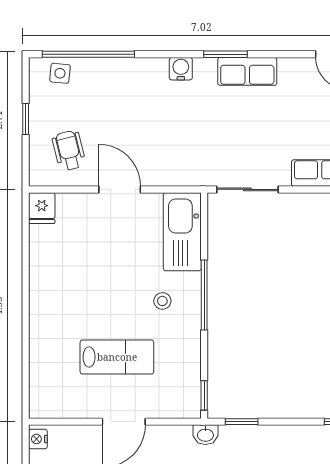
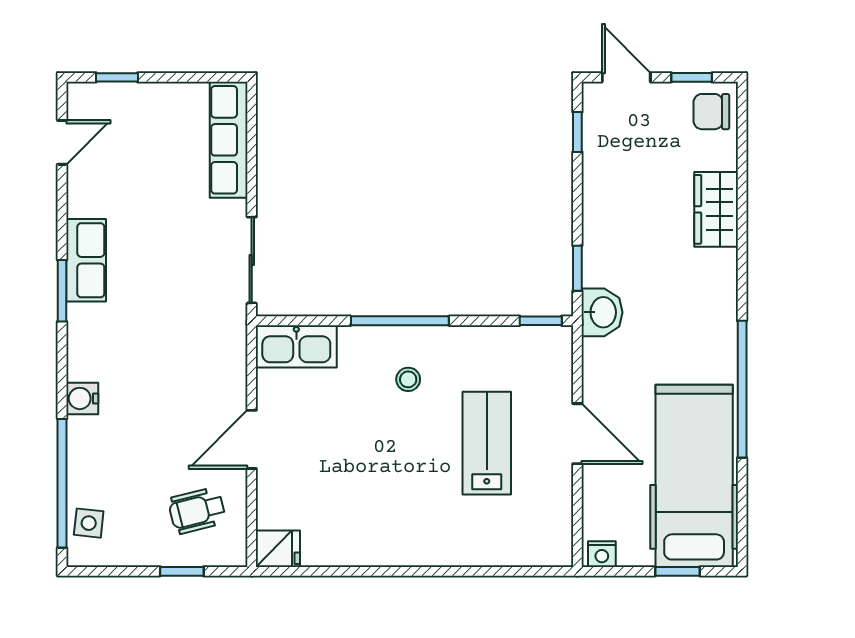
water cooler: (181, 69) -> (82, 398), moved
window: (26, 119) -> (182, 571), moved
kitchen sink: (182, 232) -> (296, 346), width x0.73, depth x0.81
washbasin: (205, 435) -> (602, 312), width x1.38, depth x1.45

